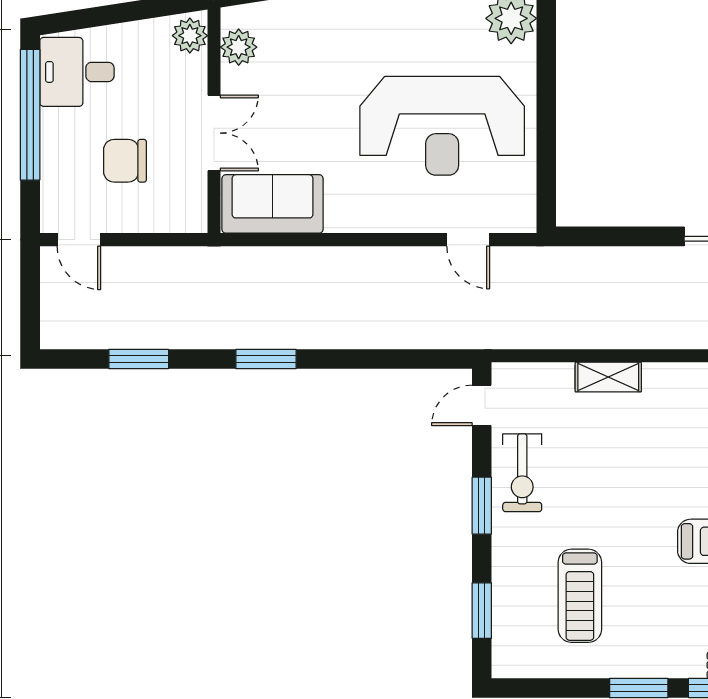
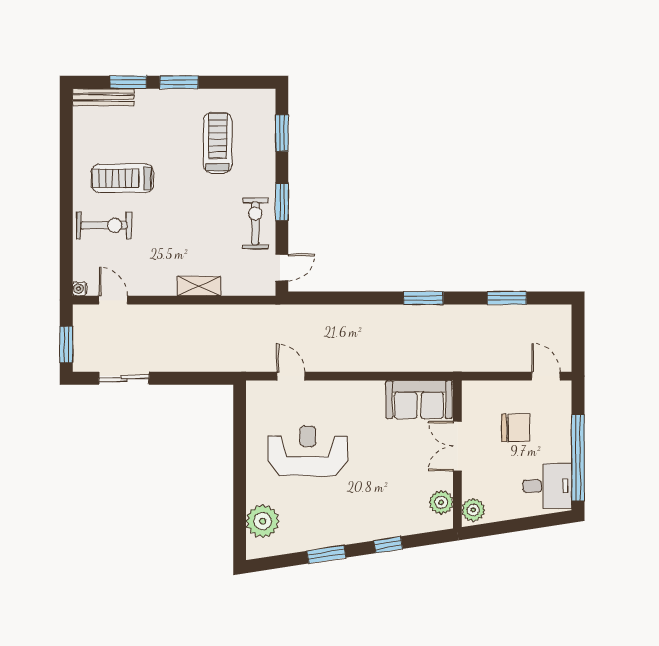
reception desk: (442, 126) -> (308, 451), width x0.74, depth x0.77

